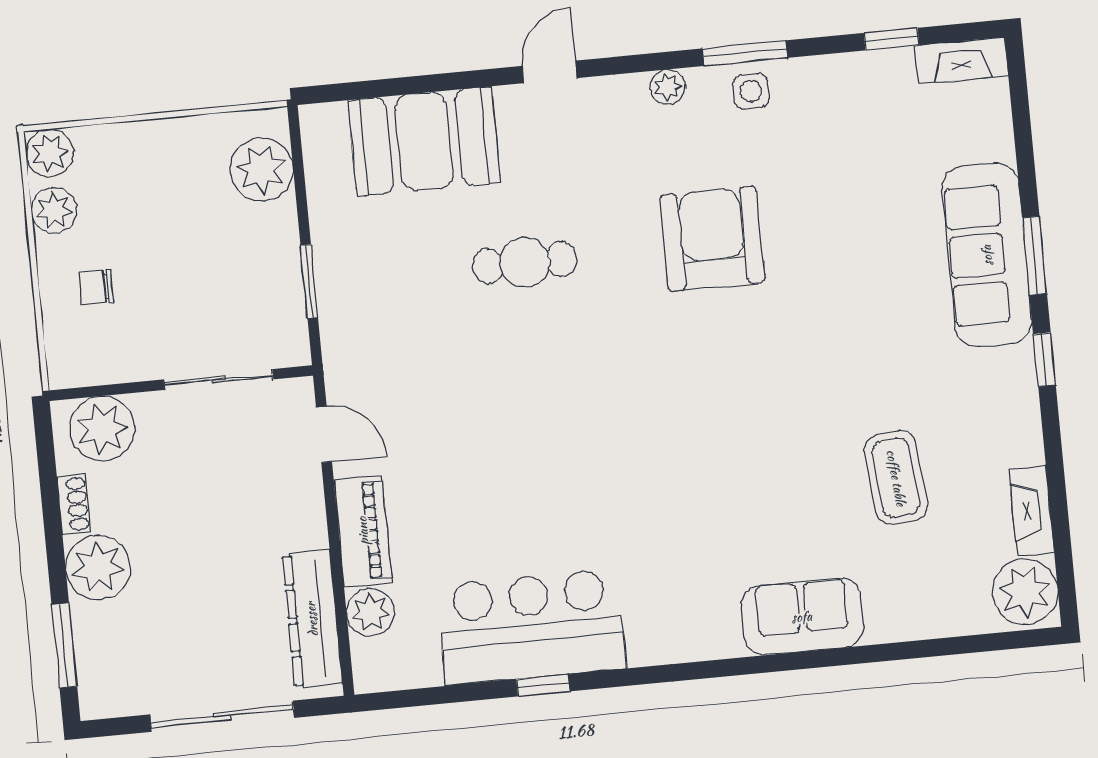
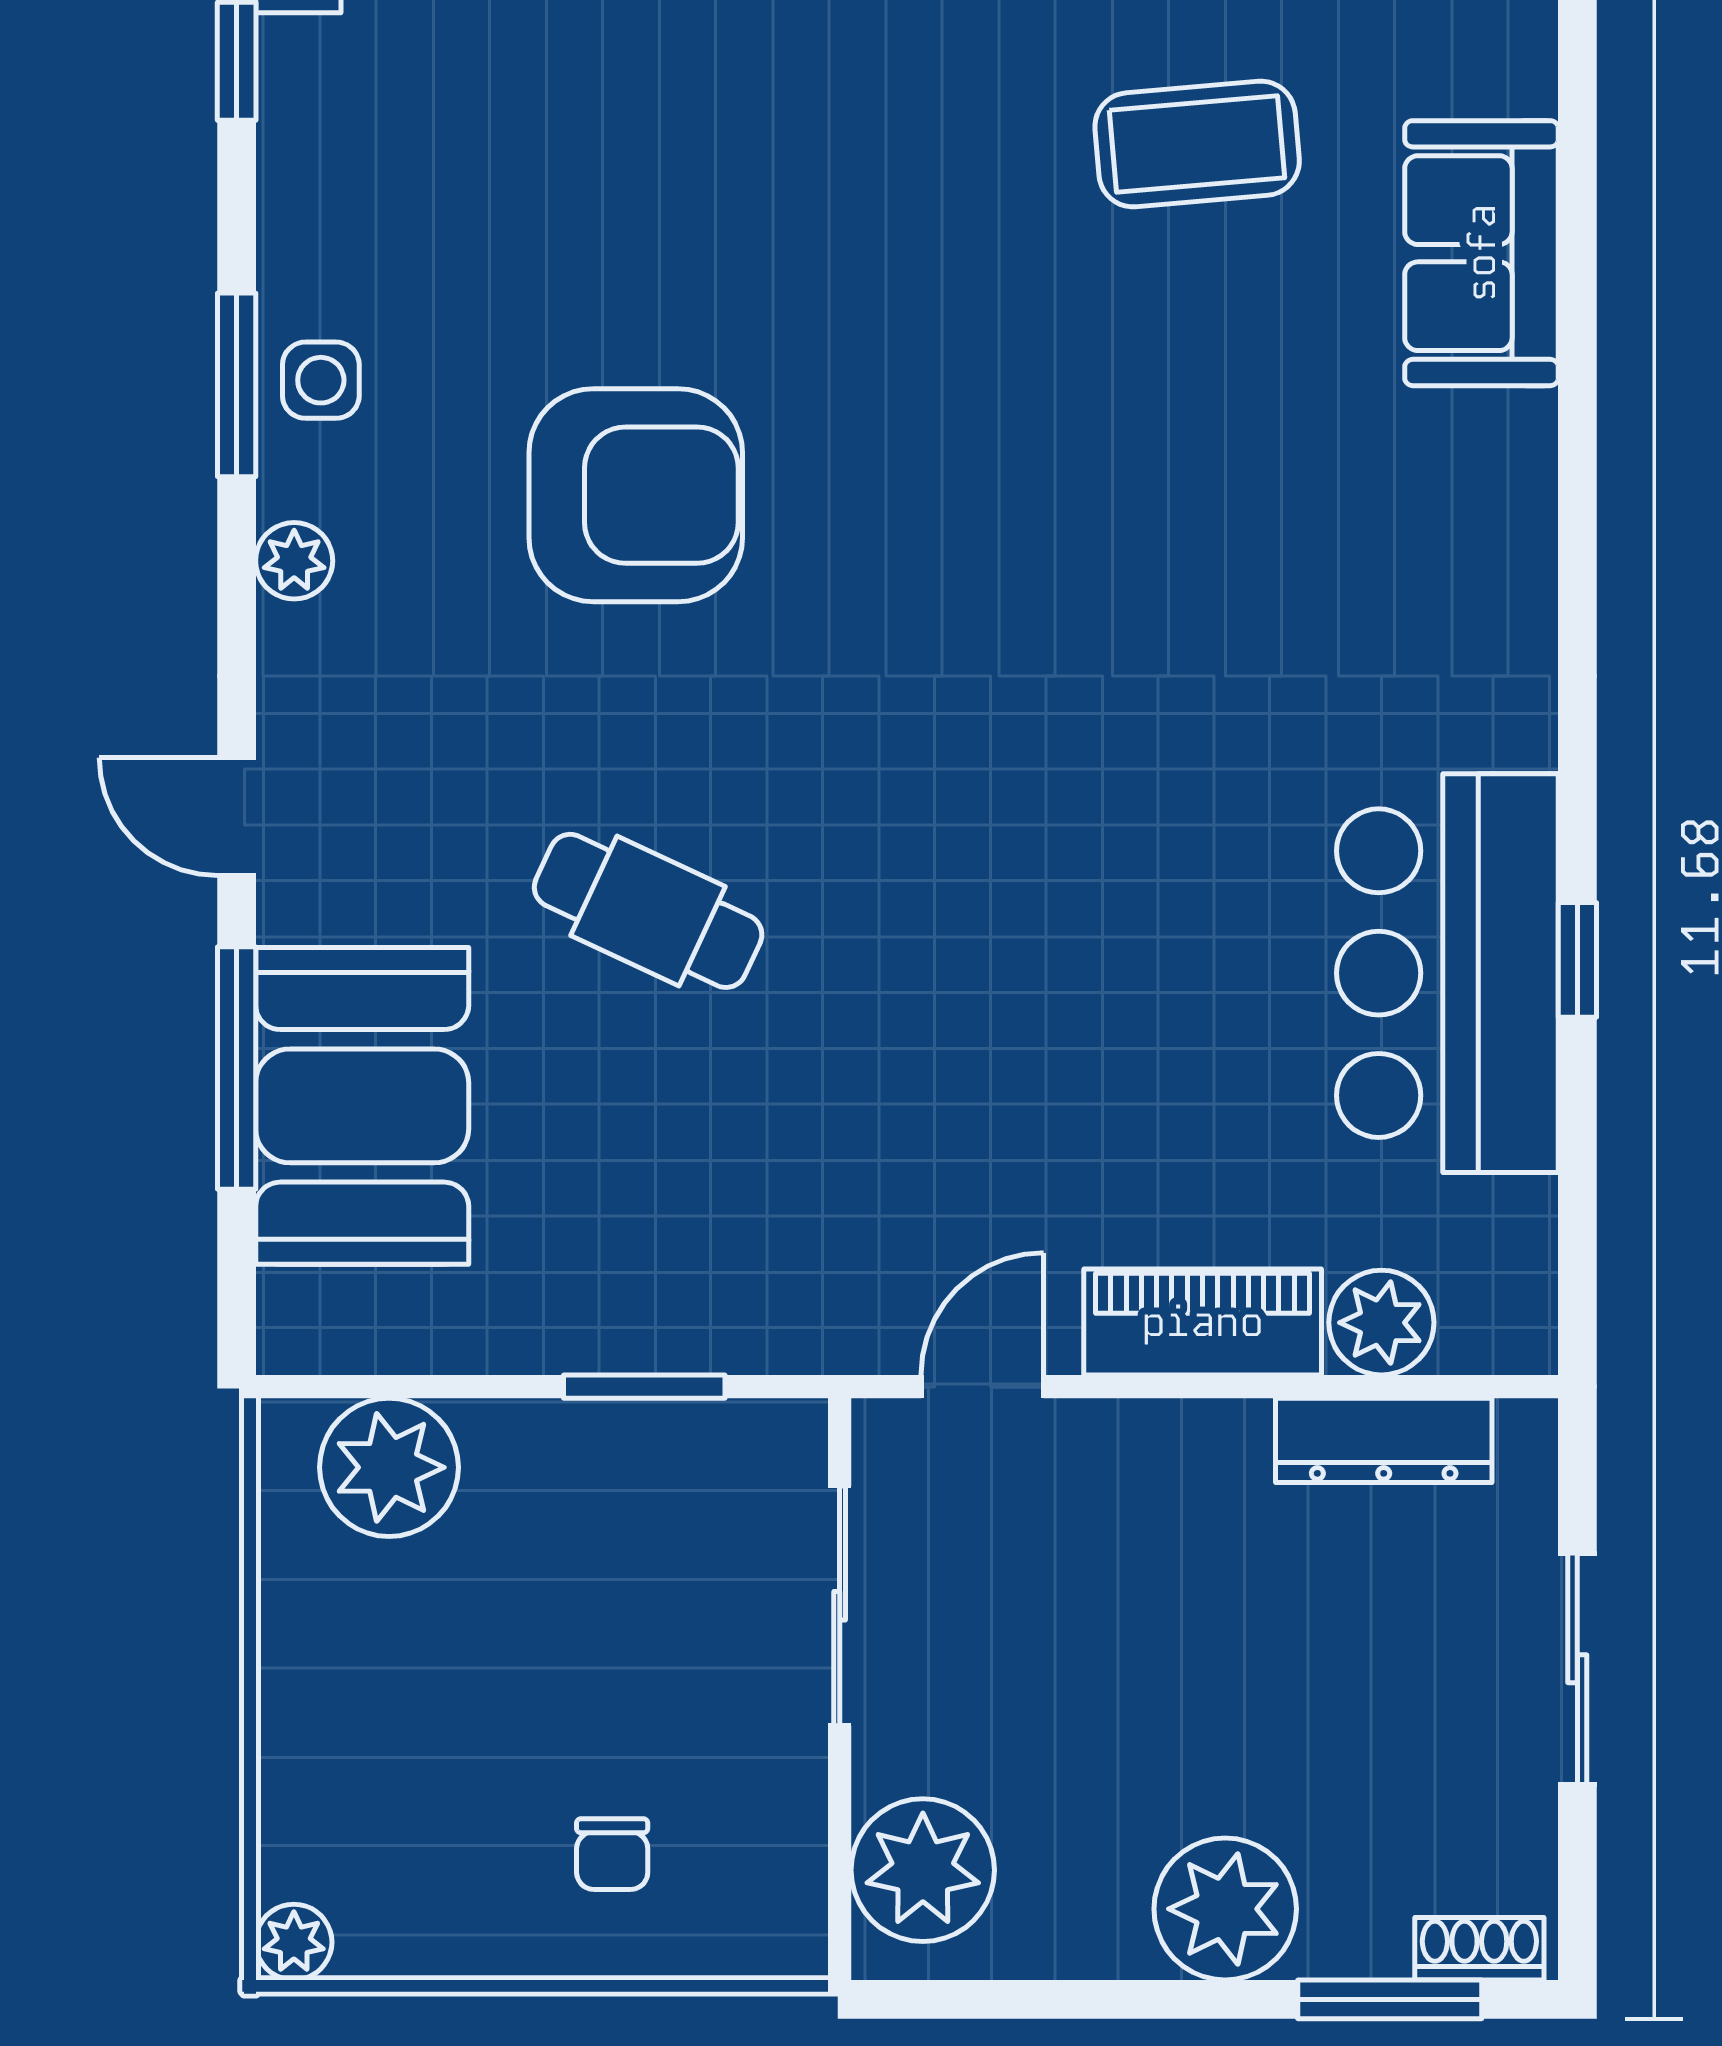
window: (436, 83) -> (237, 1068), added
plant: (50, 153) -> (294, 1942), width x0.73, depth x0.73
plant: (54, 210) -> (435, 1930), removed
armchair: (712, 239) -> (636, 495), turned 180
cafe table: (525, 262) -> (648, 911), turned -65
shoe rack: (74, 504) -> (1479, 1949), moved
sofa: (802, 617) -> (1481, 253), moved
dresser: (312, 619) -> (1384, 1440), width x0.73, depth x0.80
sliding door: (222, 716) -> (1577, 1669), width x0.73

